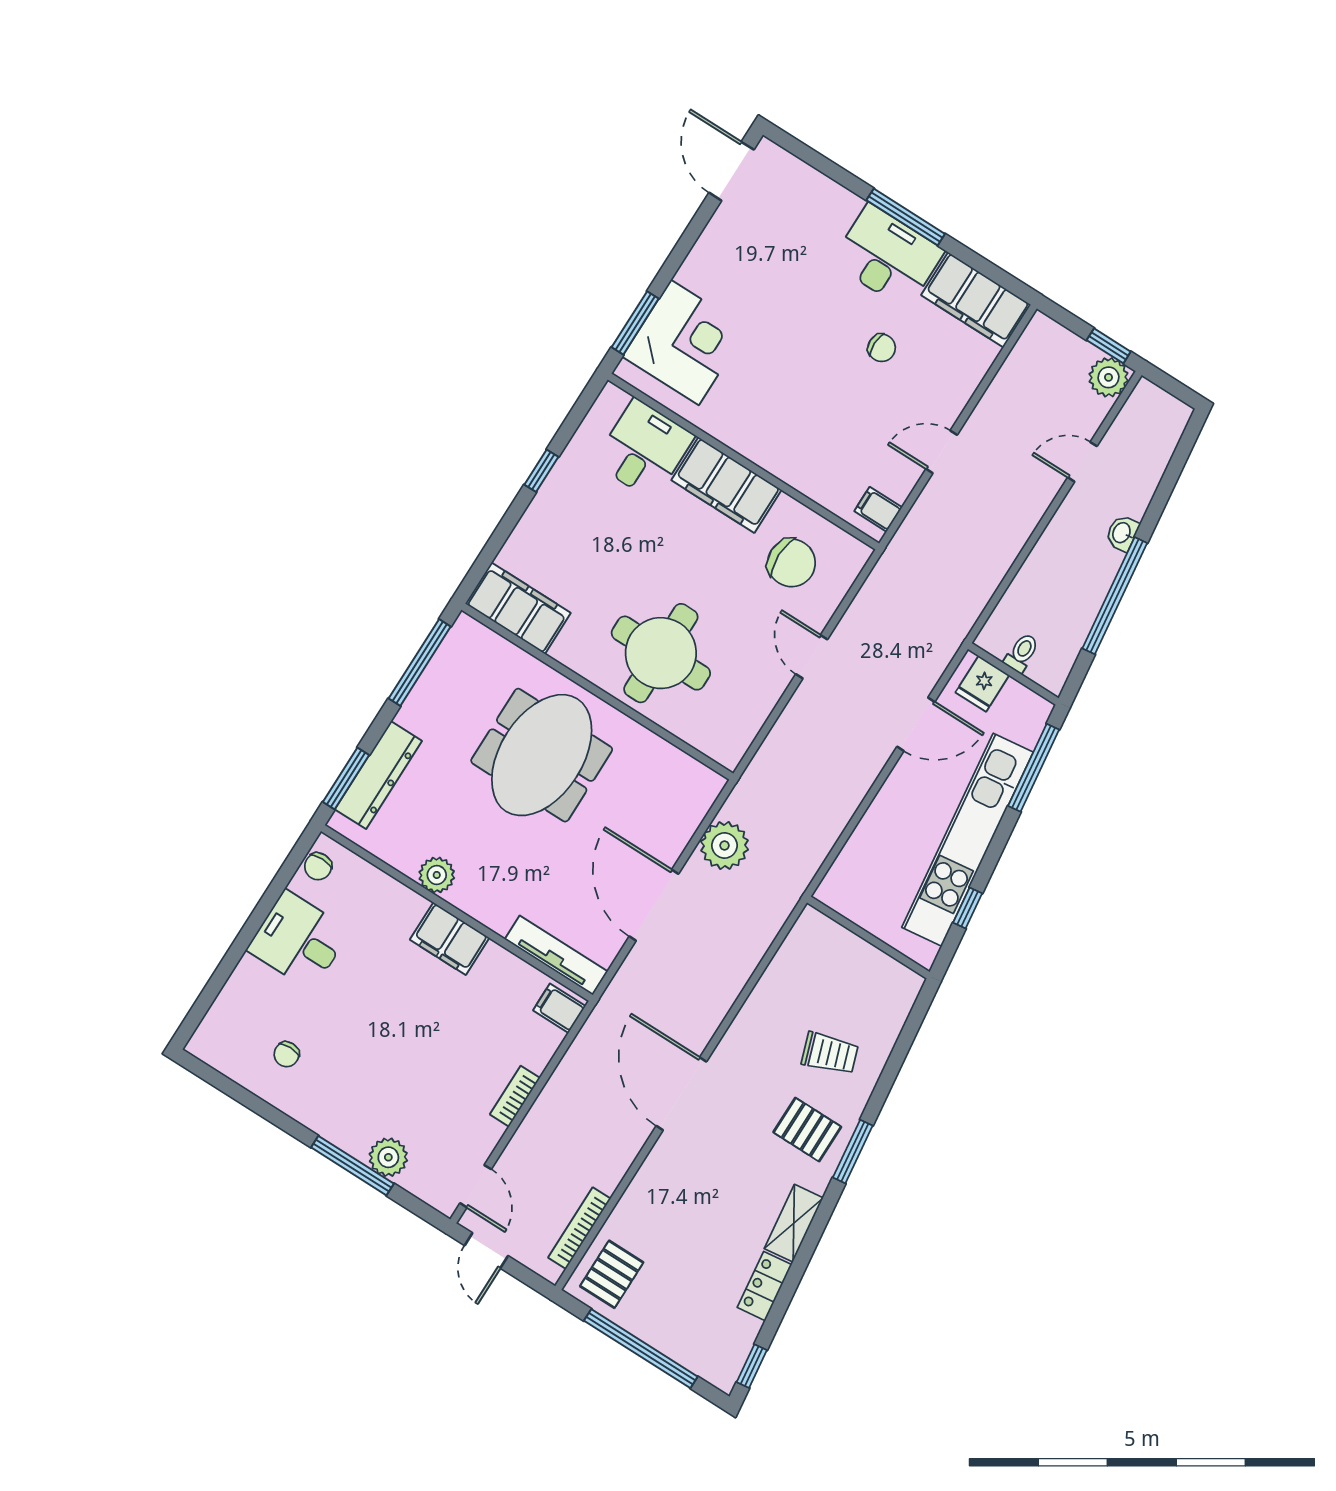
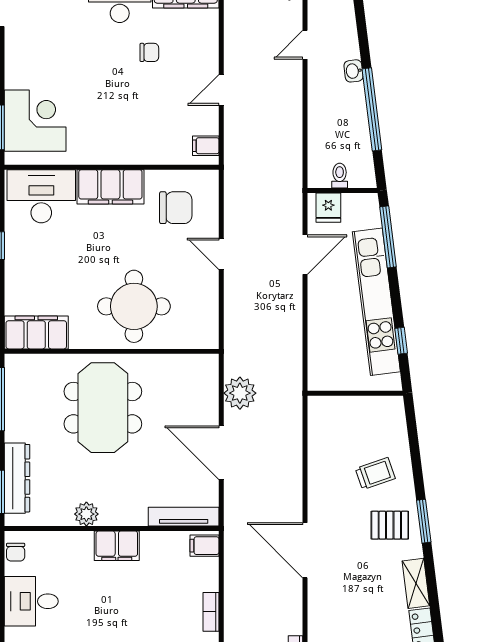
desk: (644, 449) -> (41, 196), width x1.37

